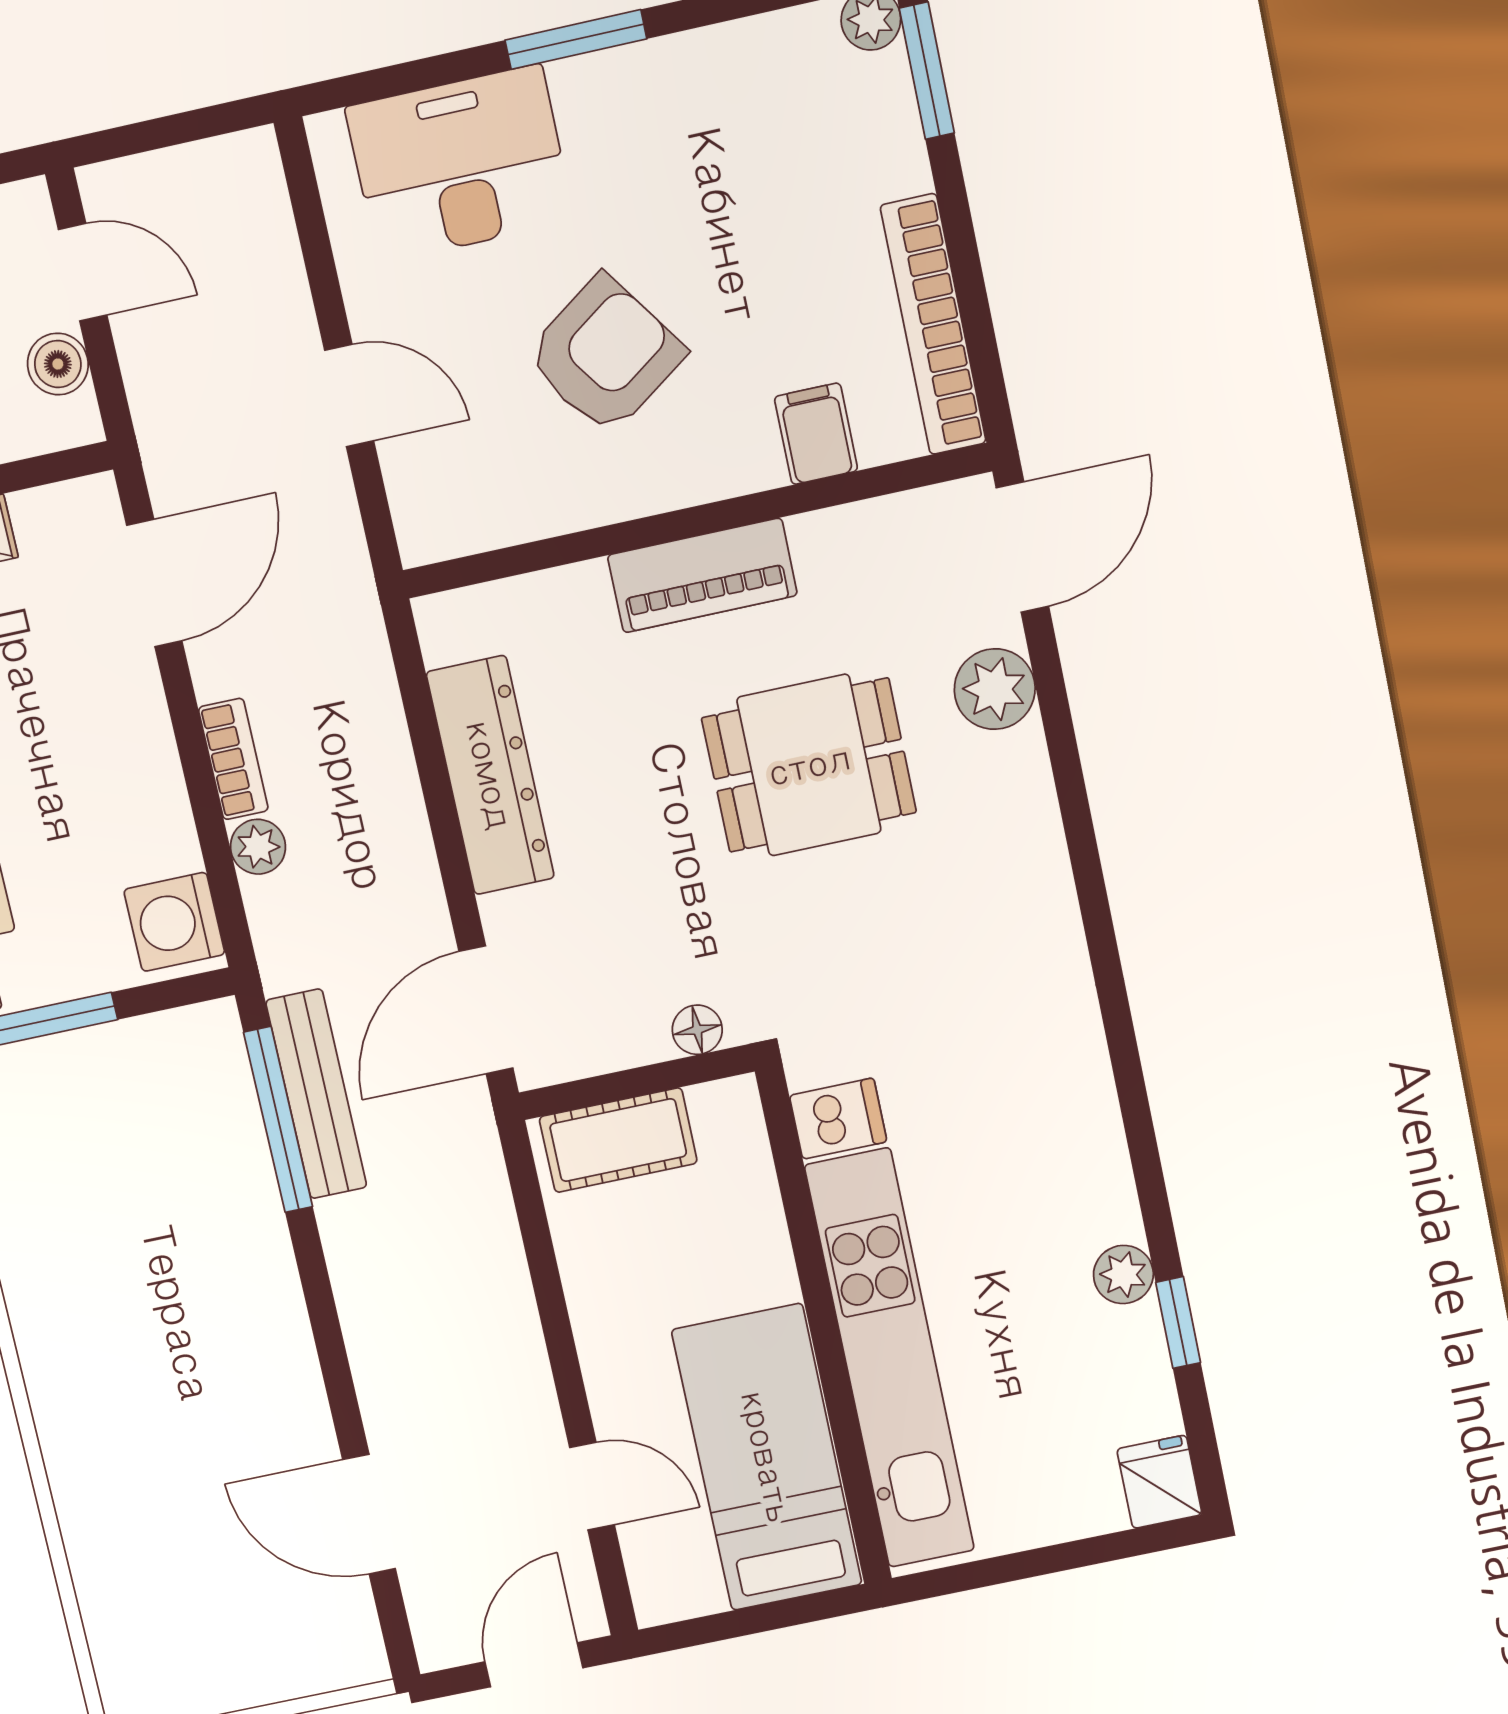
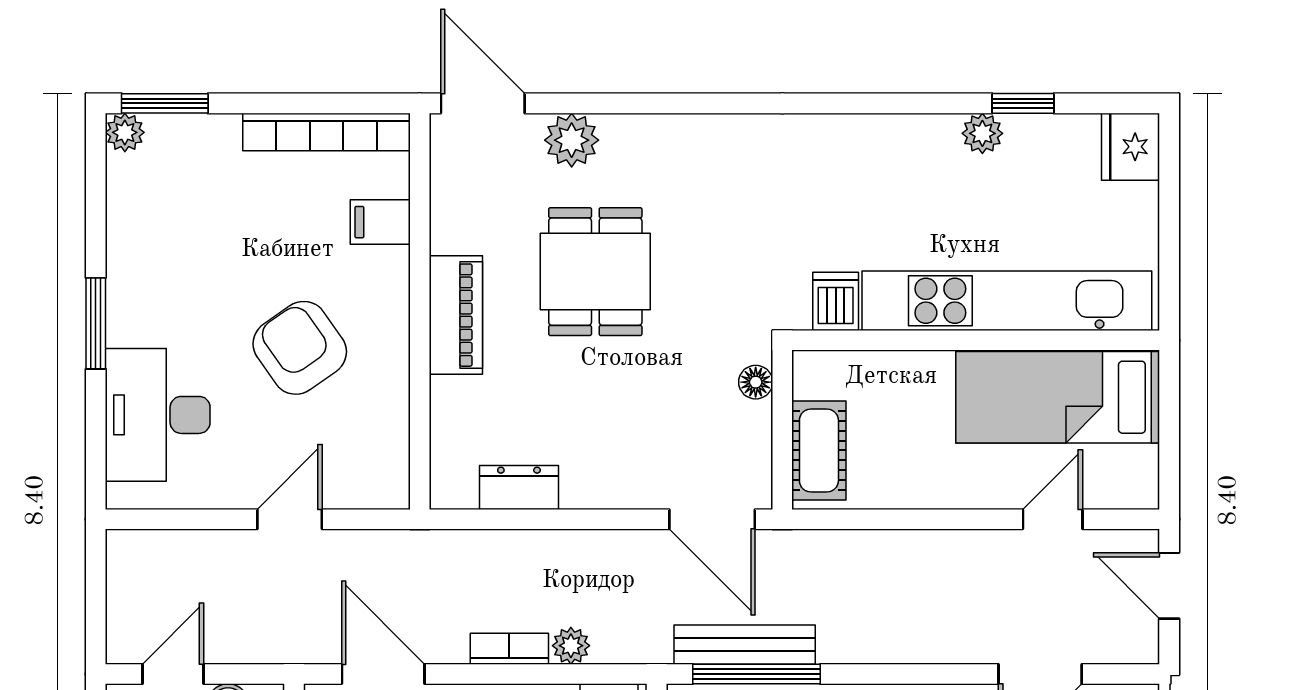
dresser: (490, 775) -> (519, 487), width x0.51, depth x0.80
fridge: (1159, 1482) -> (1130, 147), width x1.38

